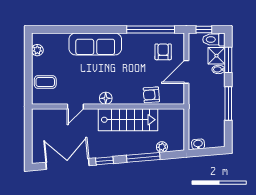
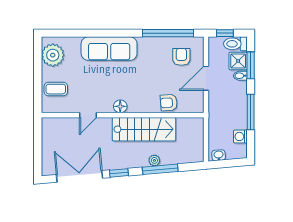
plant: (37, 50) -> (53, 55), width x1.87, depth x1.87
washing machine: (219, 127) -> (240, 136), added
plant: (162, 147) -> (154, 160), moved

